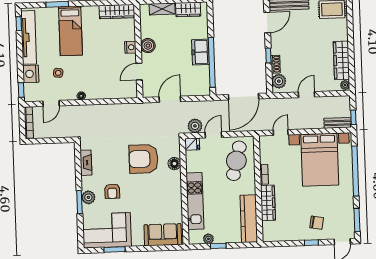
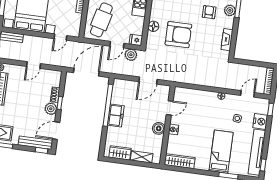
plant: (279, 81) -> (51, 109), moved

